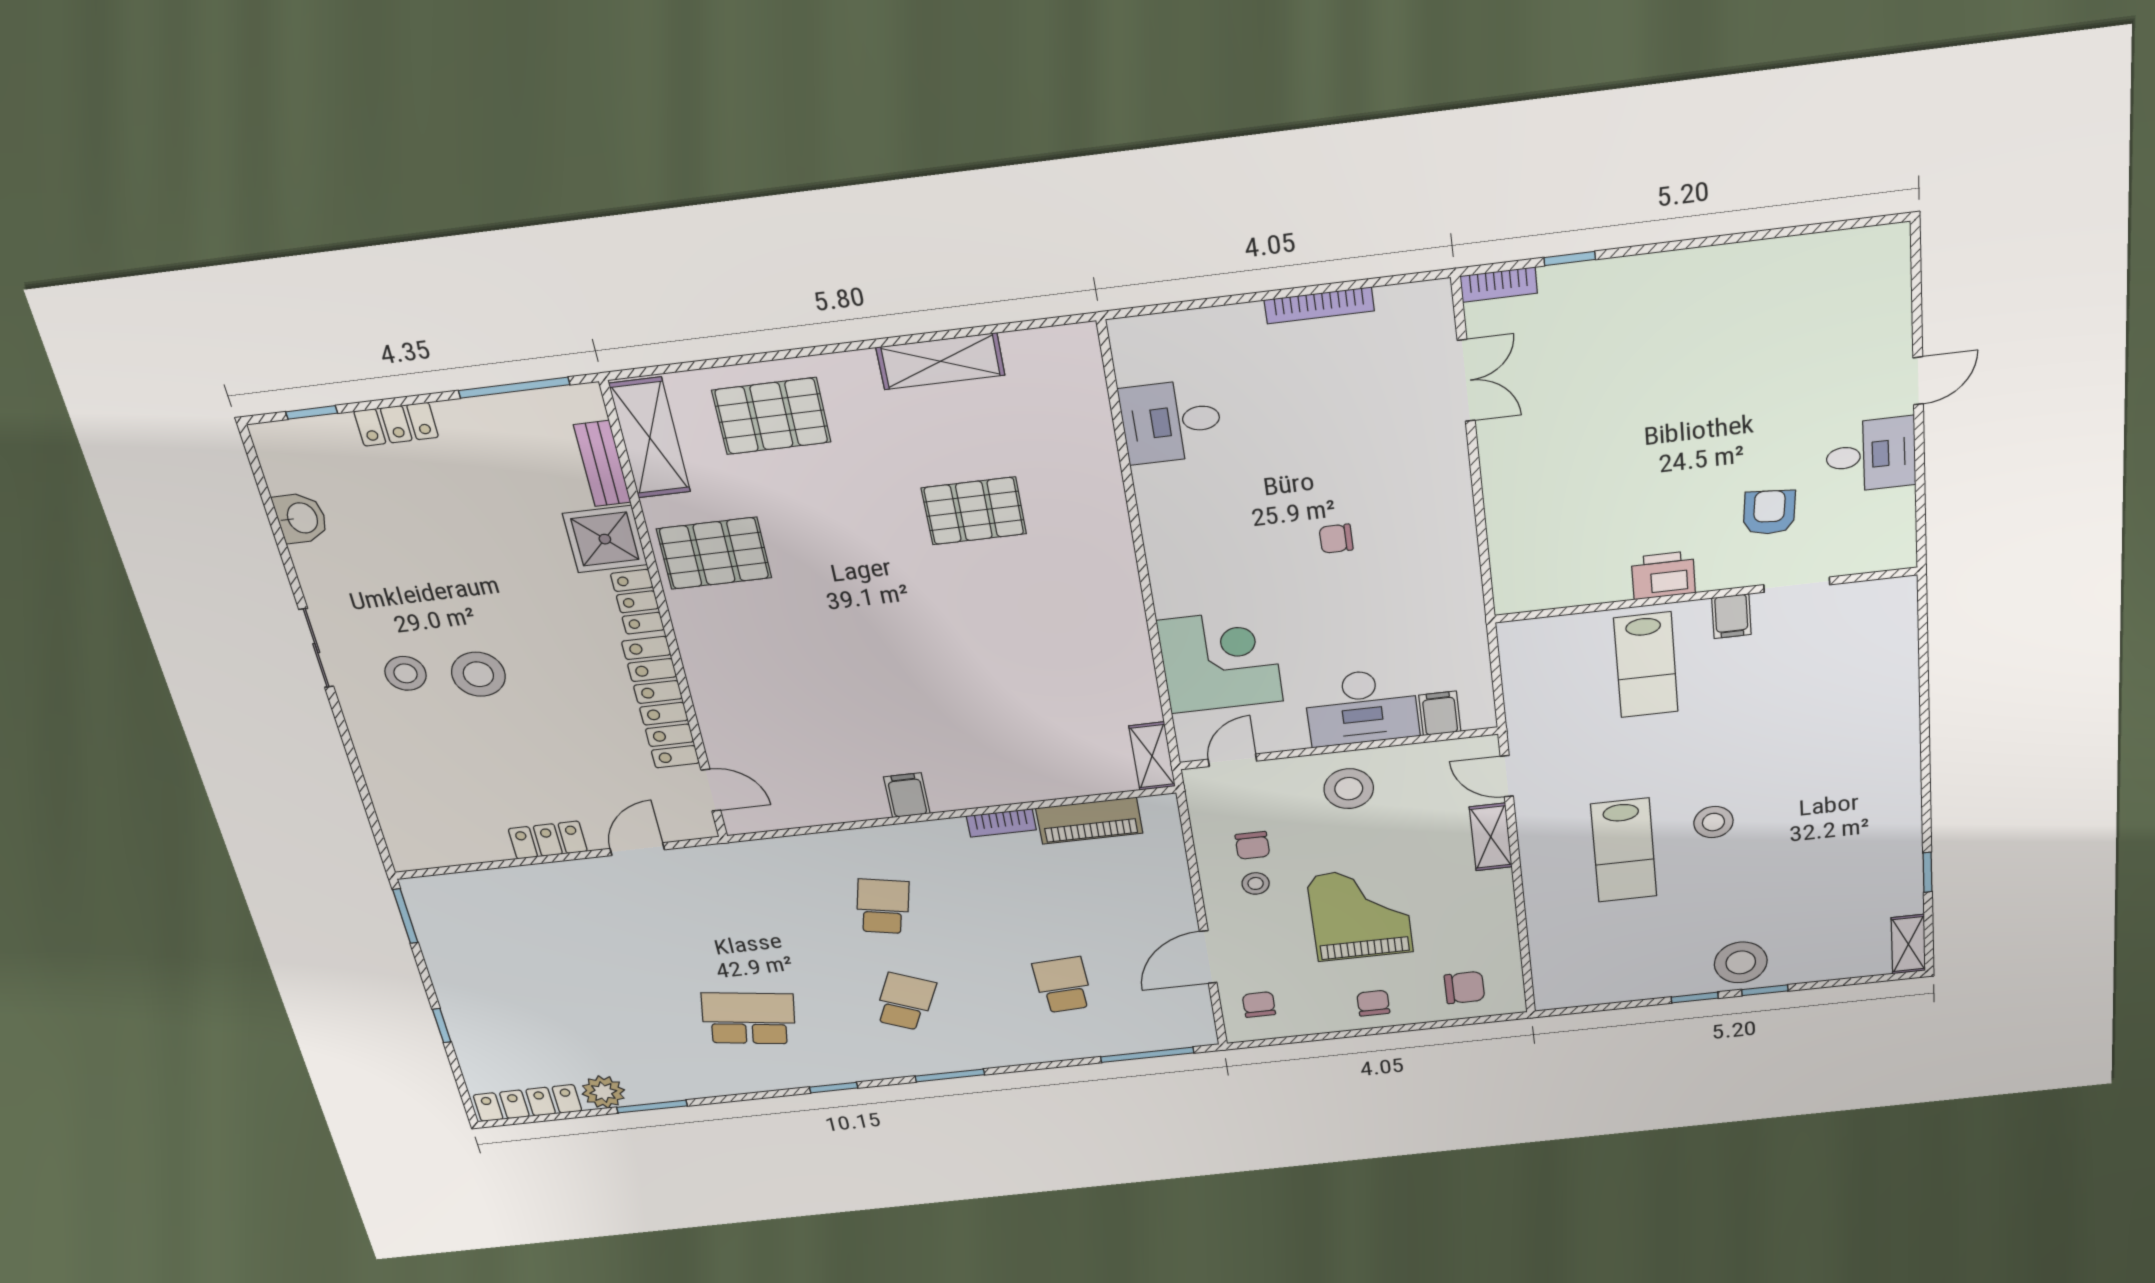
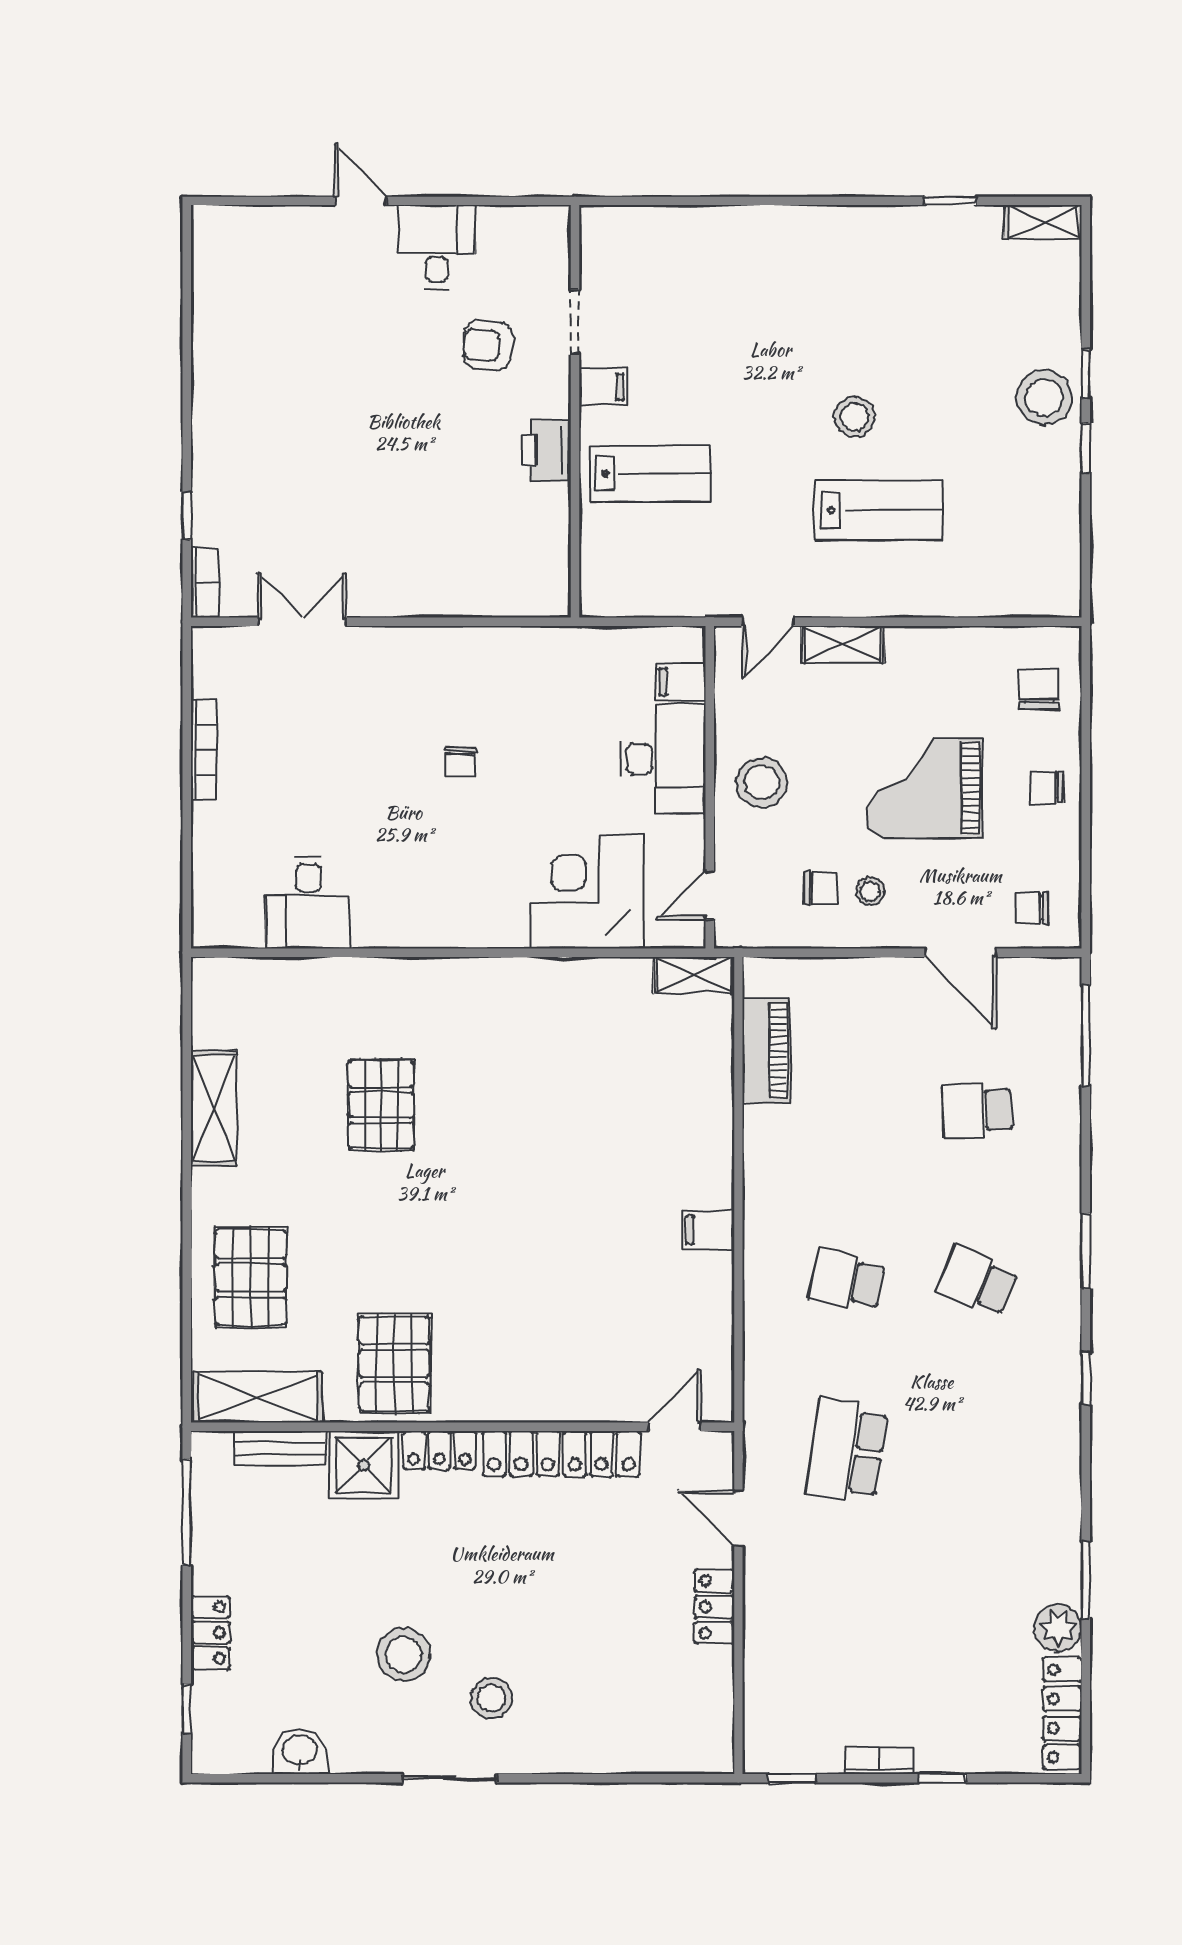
stool: (478, 674) -> (404, 1654), moved
door: (1232, 760) -> (710, 895), hinge flipped
bookcase: (1001, 823) -> (879, 1760), moved, turned -90
window: (405, 916) -> (792, 1778), width x0.67
school desk: (749, 1018) -> (847, 1450), moved

